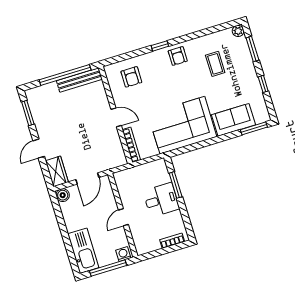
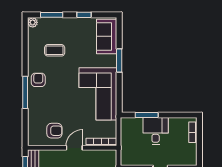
window: (160, 46) -> (25, 92), width x2.17
armchair: (178, 56) -> (38, 80), turned -90
armchair: (131, 77) -> (54, 131), moved
sofa: (233, 120) -> (107, 36), moved
window: (254, 128) -> (119, 60), moved

